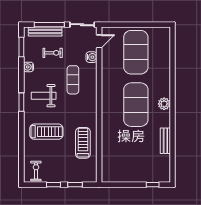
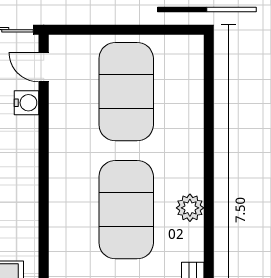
door: (99, 41) -> (44, 67), swing flipped

